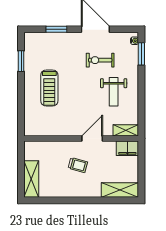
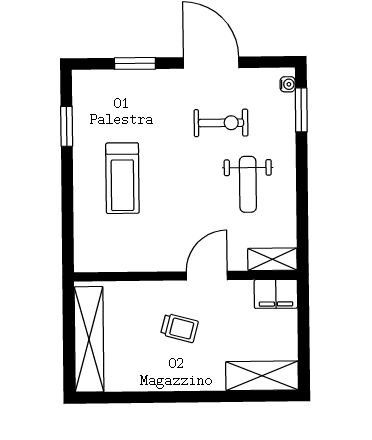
exercise bike: (100, 60) -> (221, 123), turned 180
shelving: (31, 179) -> (89, 339), width x1.47

